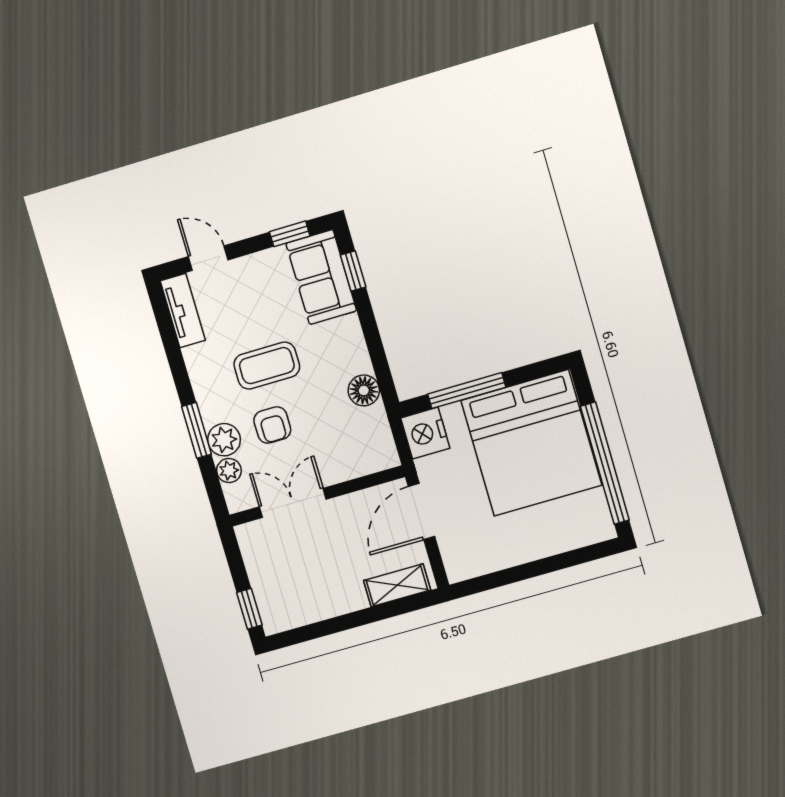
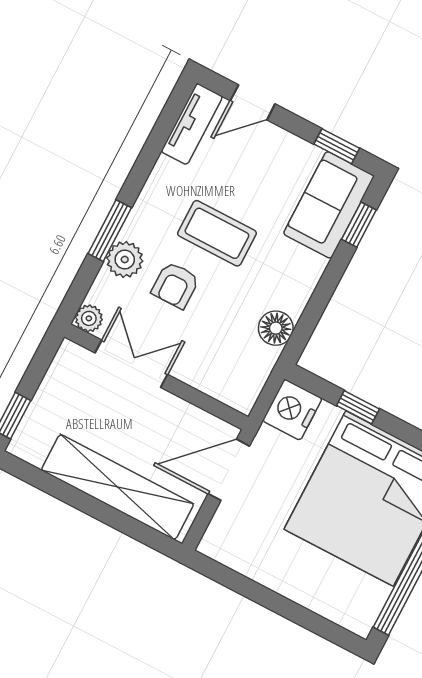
door: (208, 258) -> (253, 102), swing flipped
window: (467, 391) -> (358, 407), width x0.46
plant: (229, 471) -> (89, 318), moved
shelving: (397, 585) -> (117, 487), width x2.20, depth x1.33

